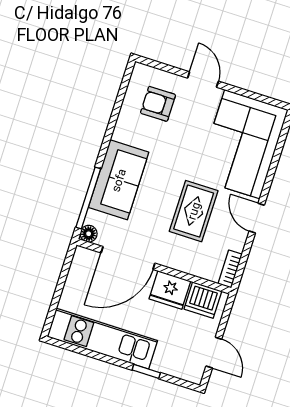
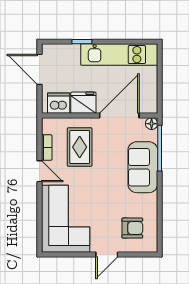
door: (203, 80) -> (107, 255), hinge flipped
rug: (194, 211) -> (80, 147), moved
bookcase: (230, 269) -> (47, 148), moved
door: (214, 353) -> (40, 69), width x1.38

